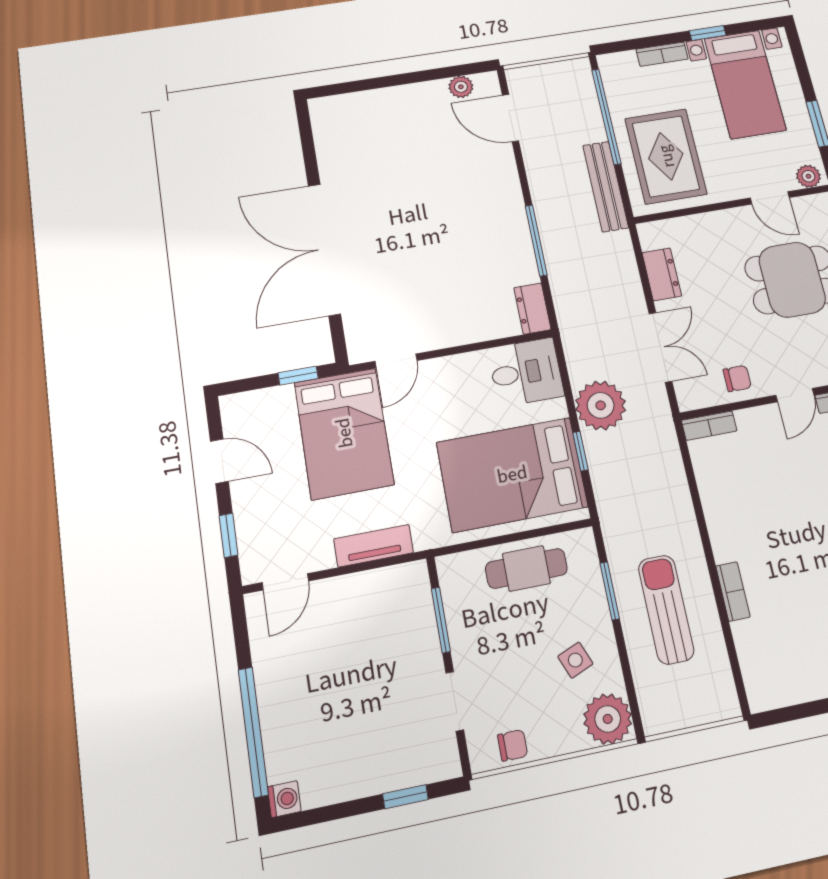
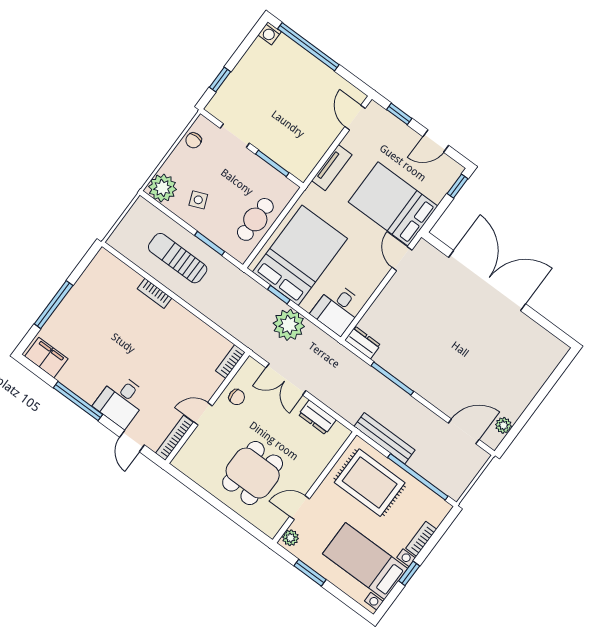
window: (298, 376) -> (458, 186), moved
chair: (737, 378) -> (237, 397), turned -90
door: (795, 395) -> (203, 414), hinge flipped
sun lounger: (666, 609) -> (178, 258), turned 180

